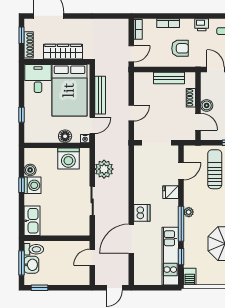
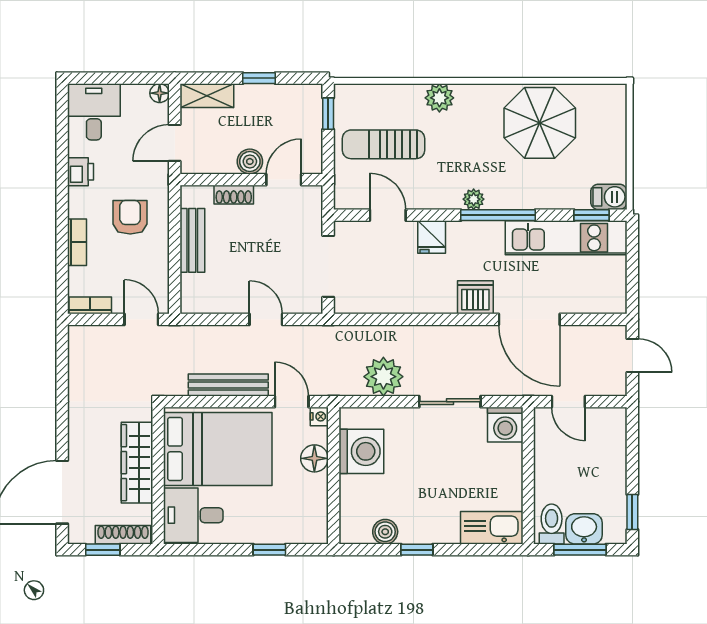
washing machine: (33, 185) -> (505, 425), moved, turned 180
window: (181, 257) -> (592, 215), moved

